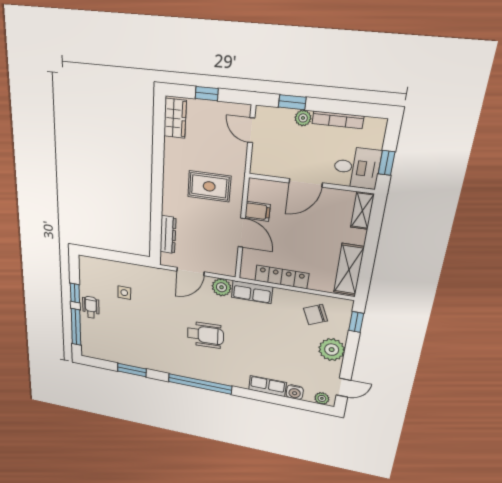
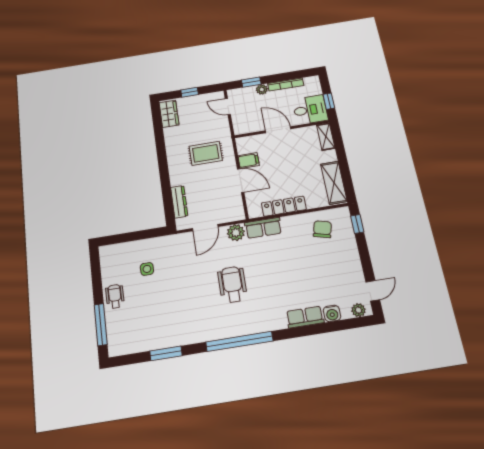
door: (306, 183) -> (278, 130), swing flipped
window: (75, 293) -> (97, 287), removed
chair: (316, 315) -> (322, 229), turned 129
wheelchair: (205, 335) -> (232, 284), turned -87
plant: (332, 350) -> (348, 257), removed

